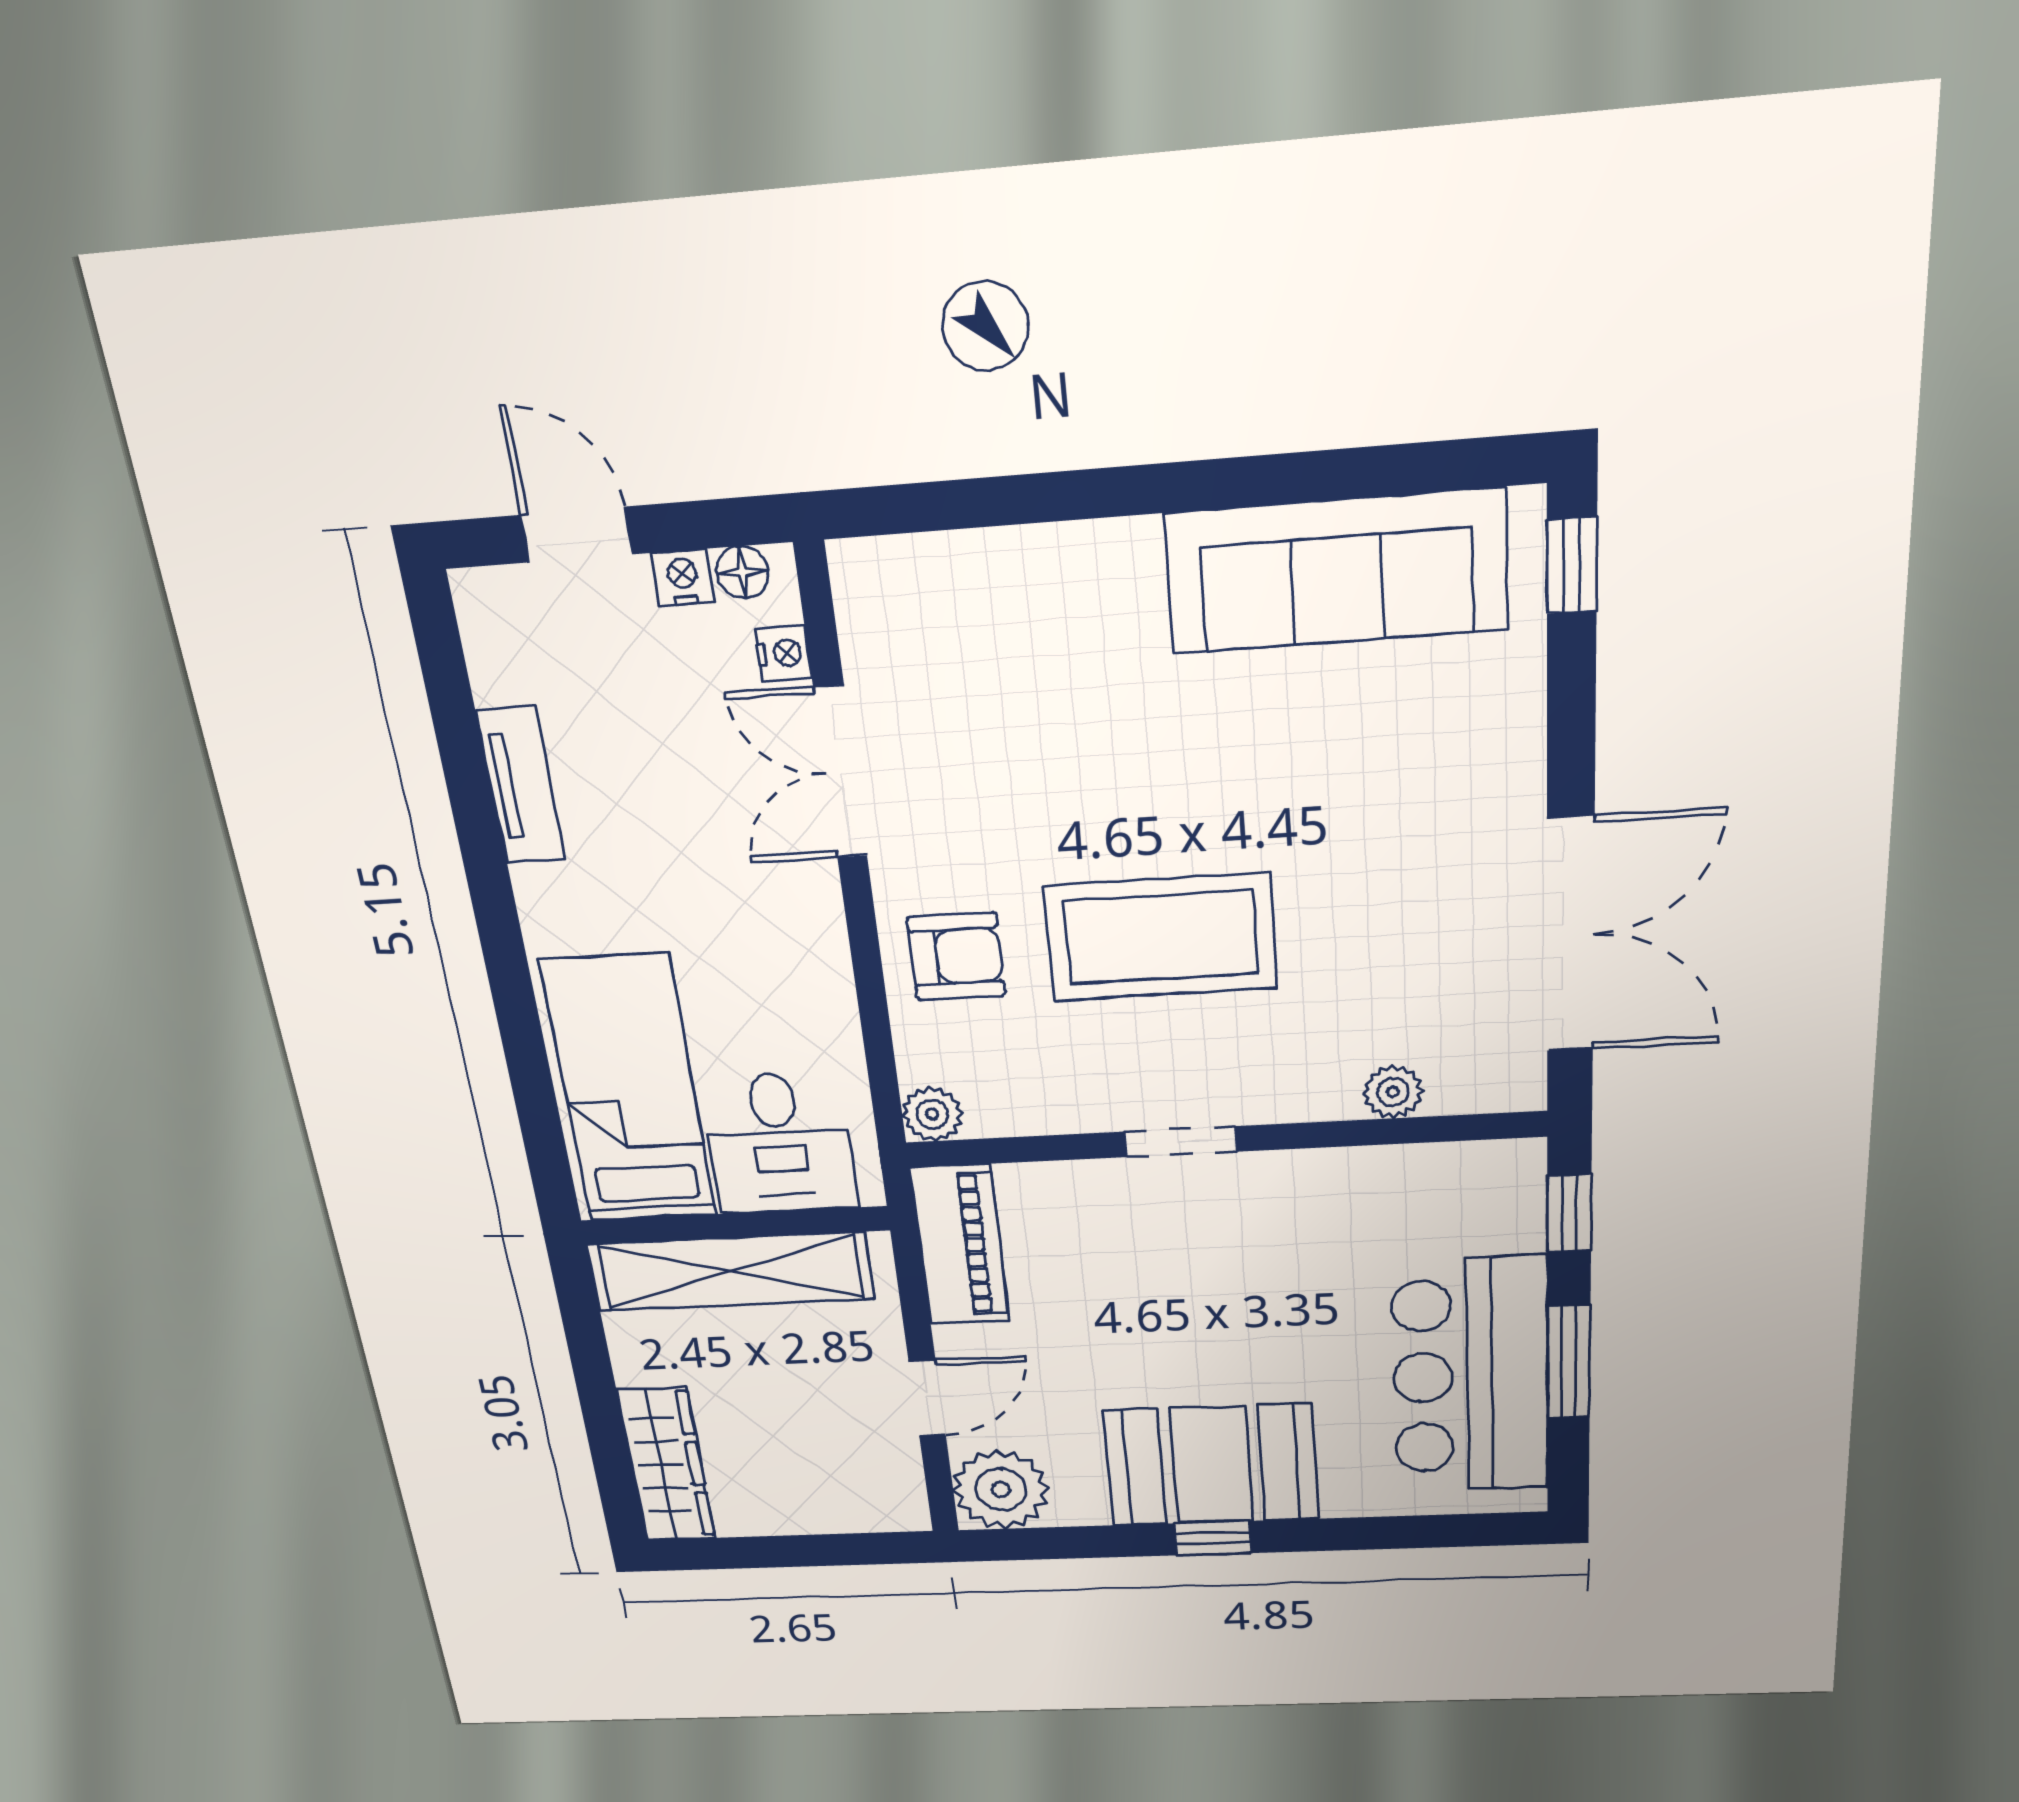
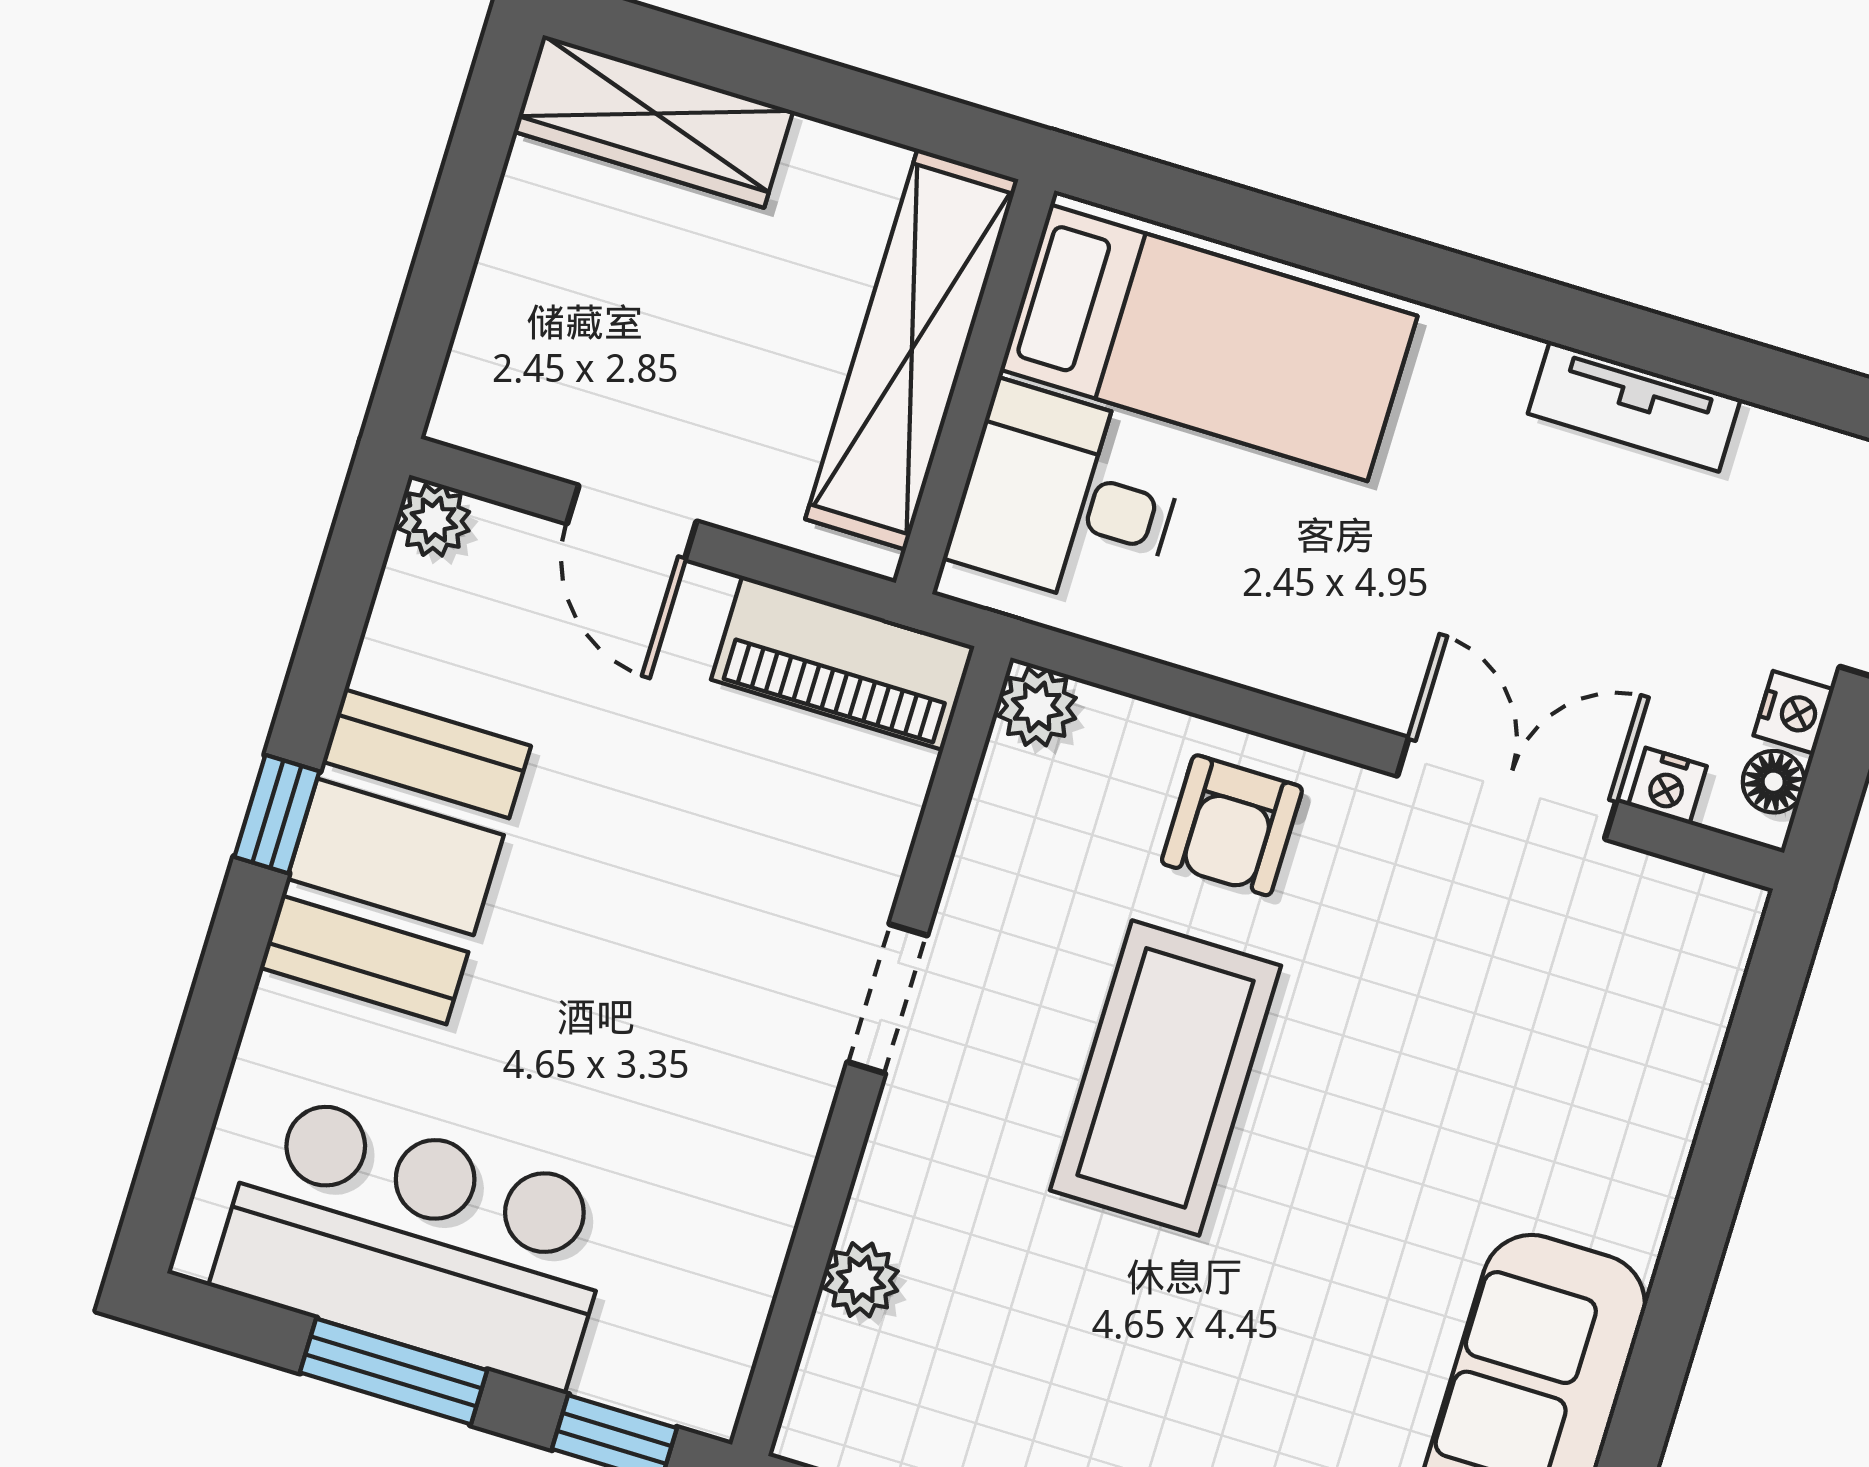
plant: (1001, 1489) -> (434, 520), width x0.53, depth x0.53

